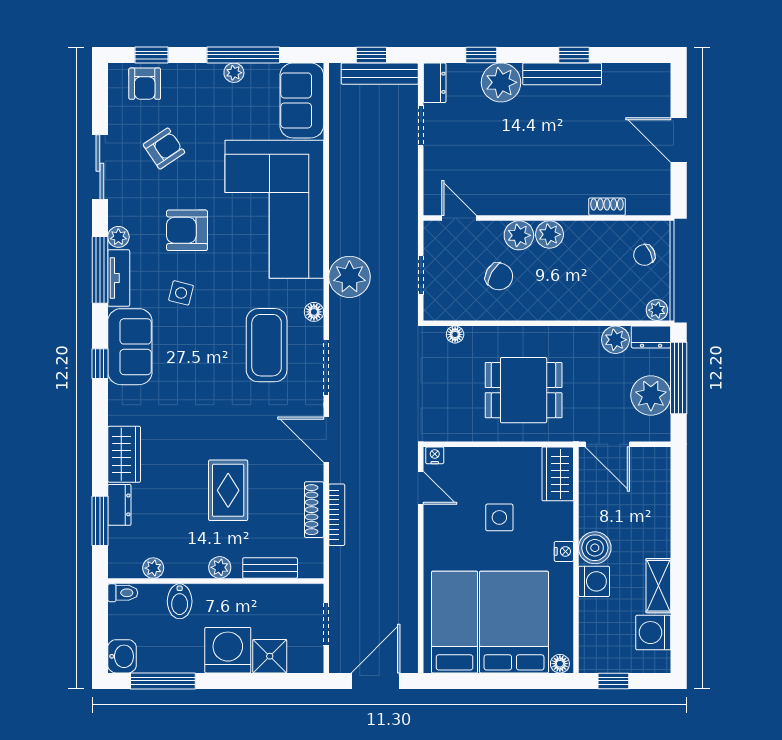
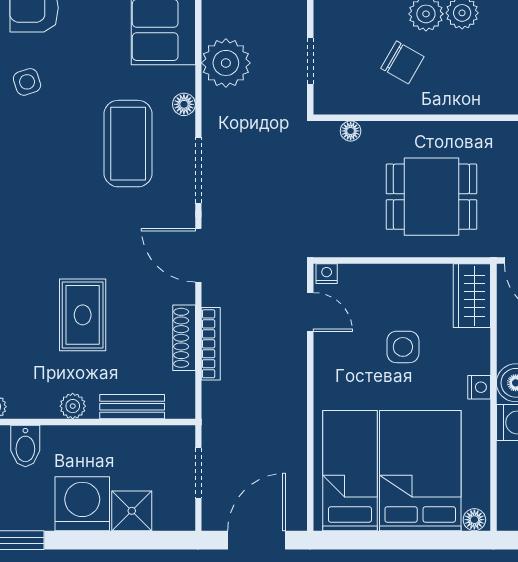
side table: (181, 293) -> (27, 82), turned -32

